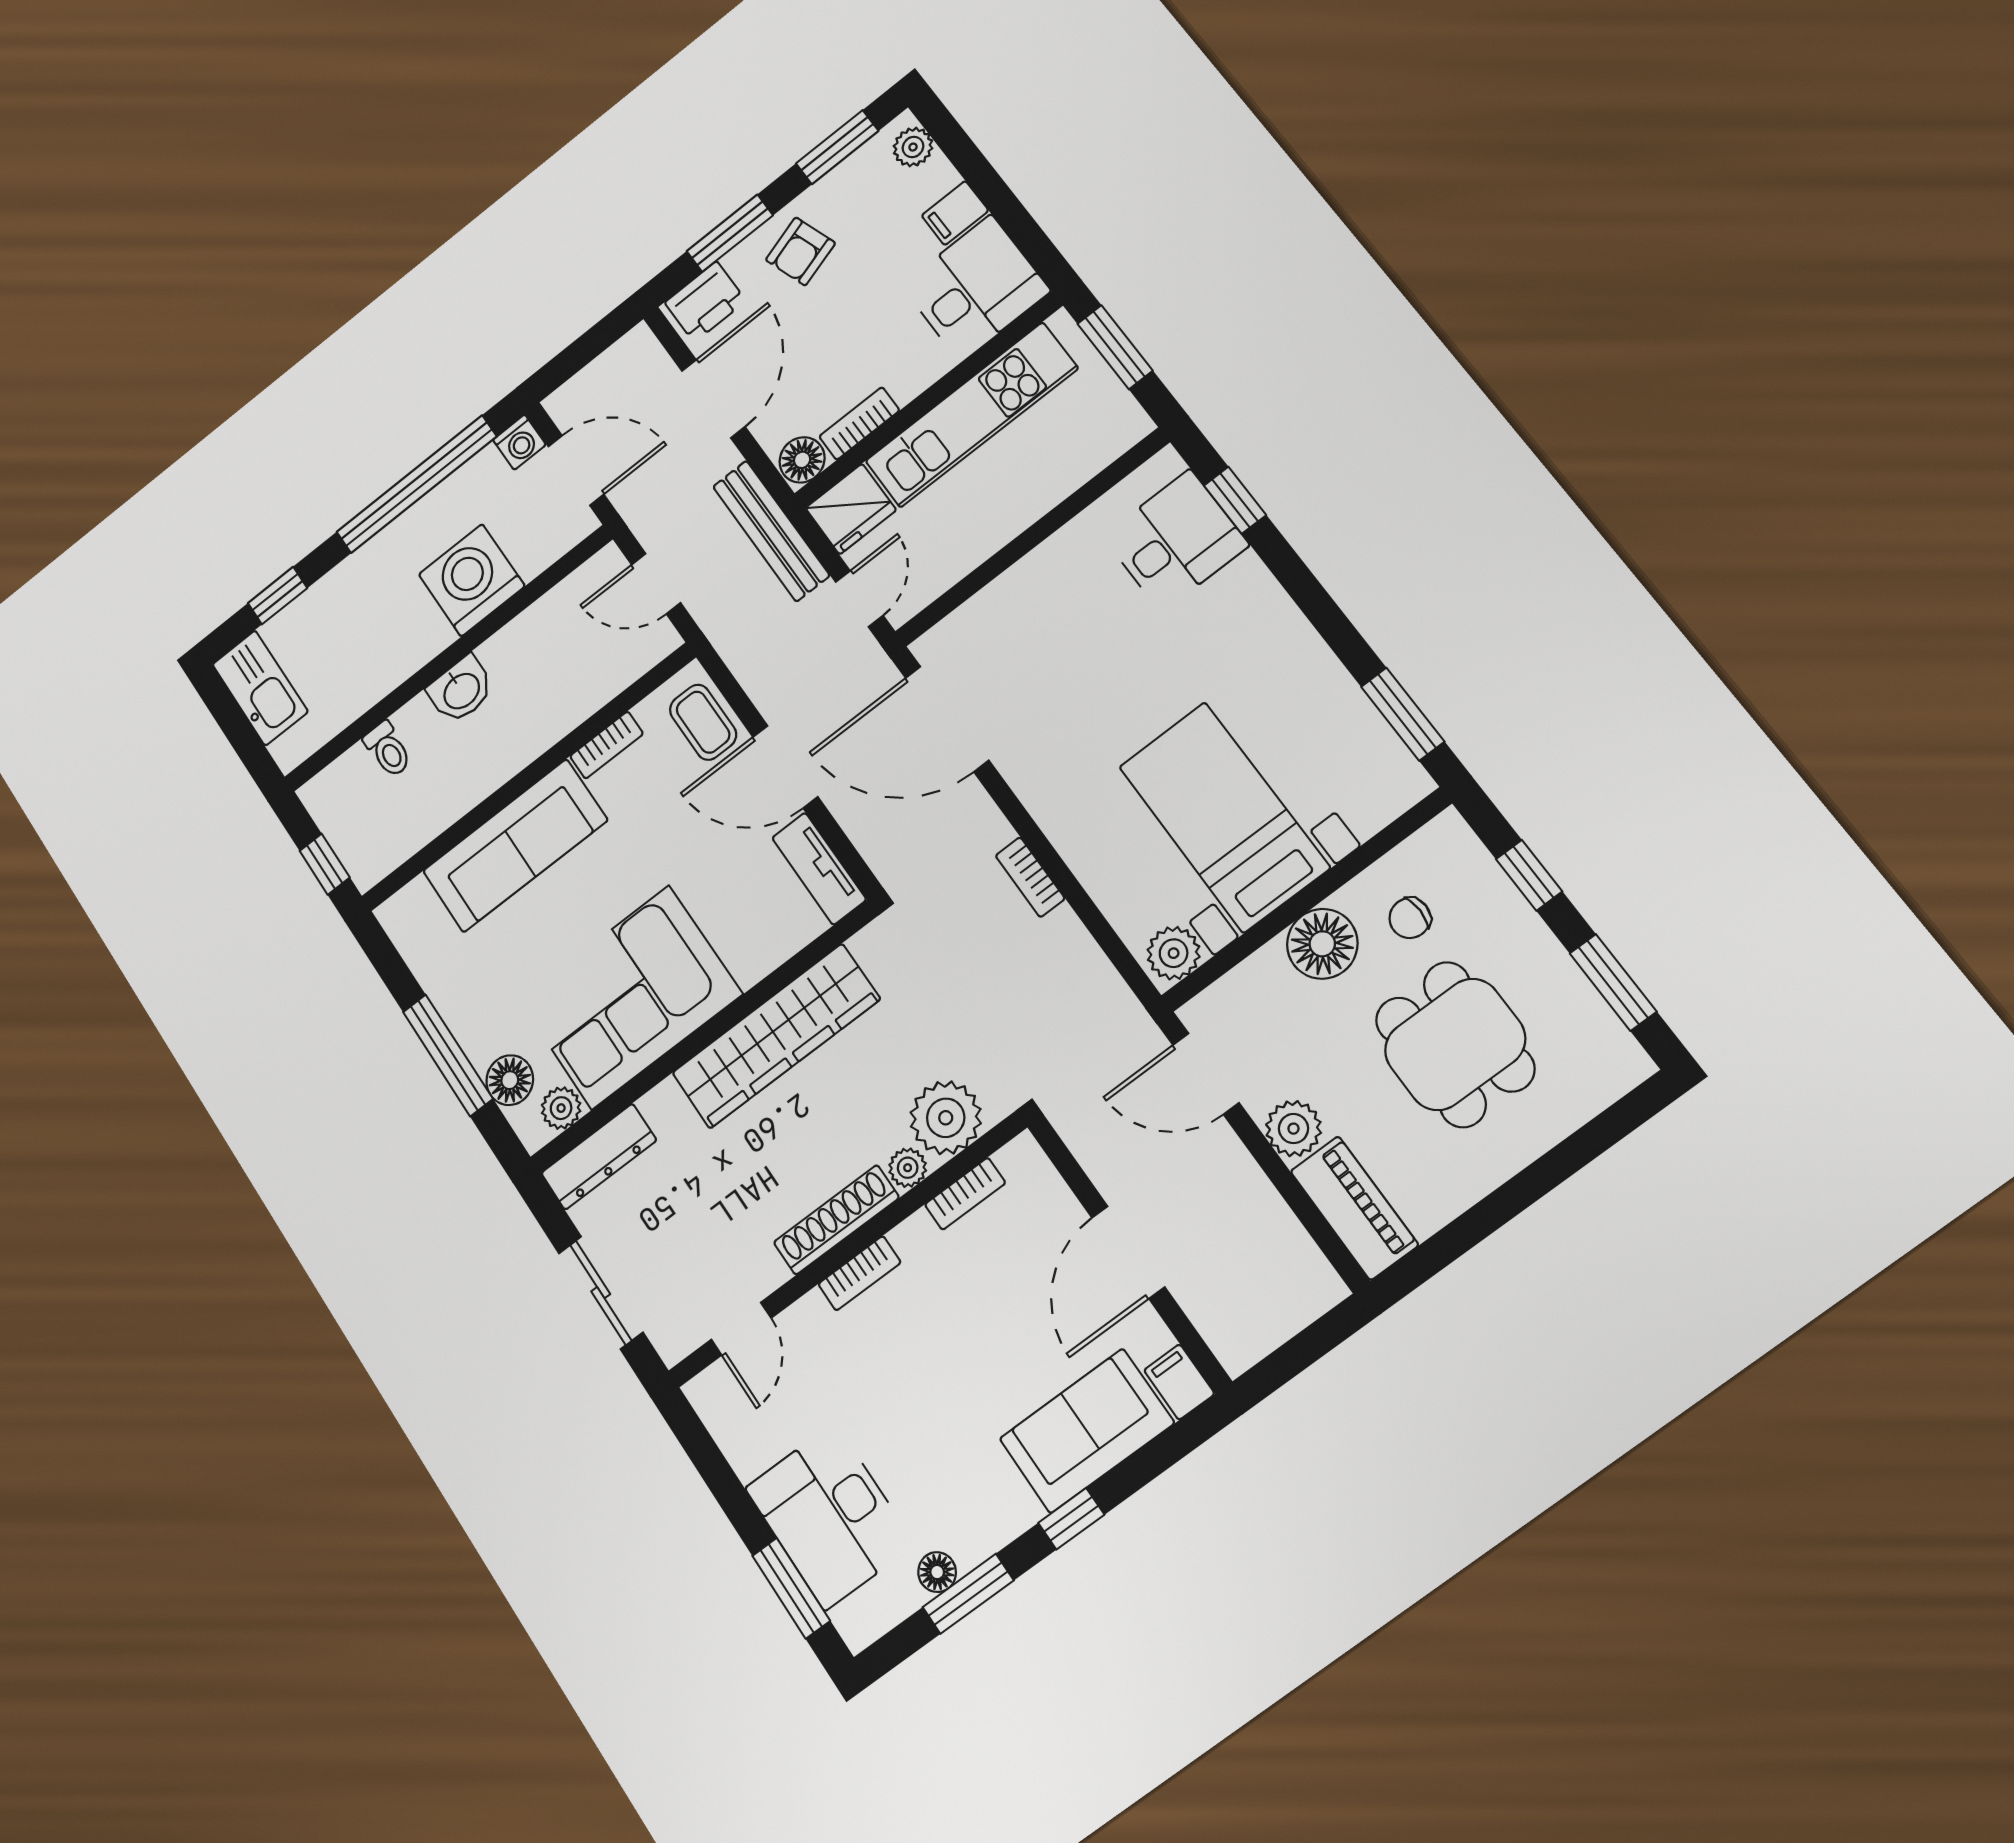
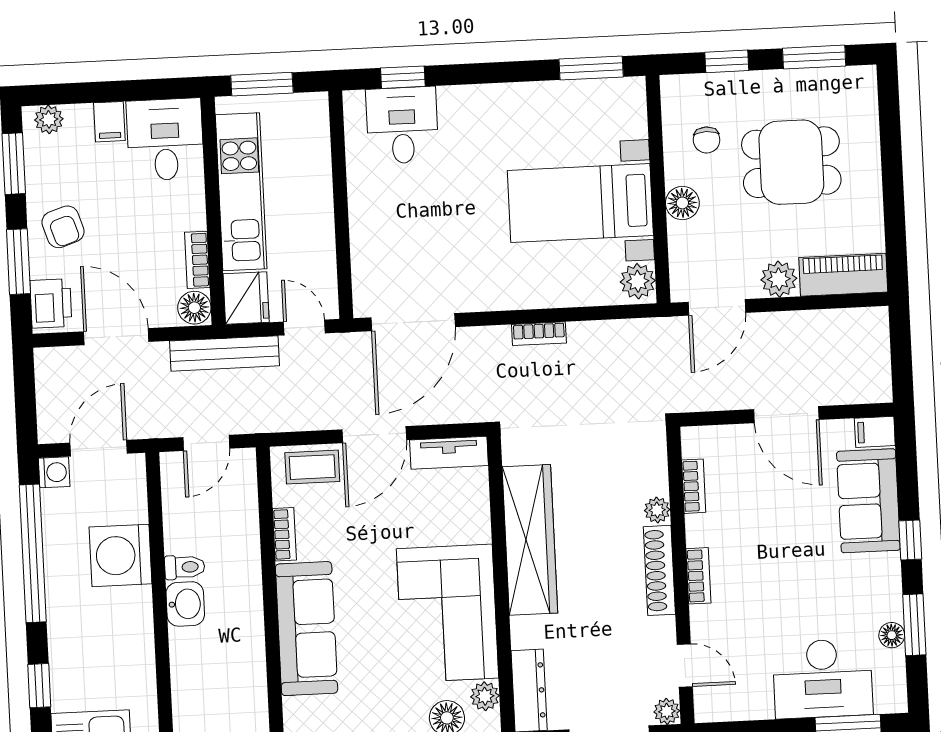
toilet: (388, 750) -> (185, 567), moved
floor lamp: (1322, 944) -> (682, 203), width x0.73, depth x0.73
plant: (946, 1118) -> (667, 711), moved, width x0.53, depth x0.53

